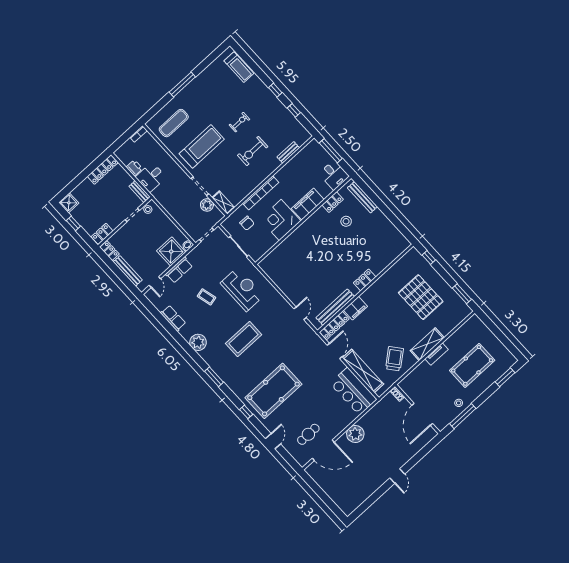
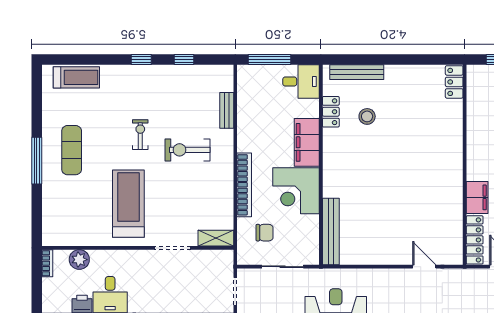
exercise mat: (174, 123) -> (72, 150), moved
exercise bike: (253, 151) -> (188, 150), turned 90
plant: (207, 205) -> (79, 260), moved
locker: (365, 280) -> (454, 82), moved
bench: (335, 307) -> (331, 231), moved

